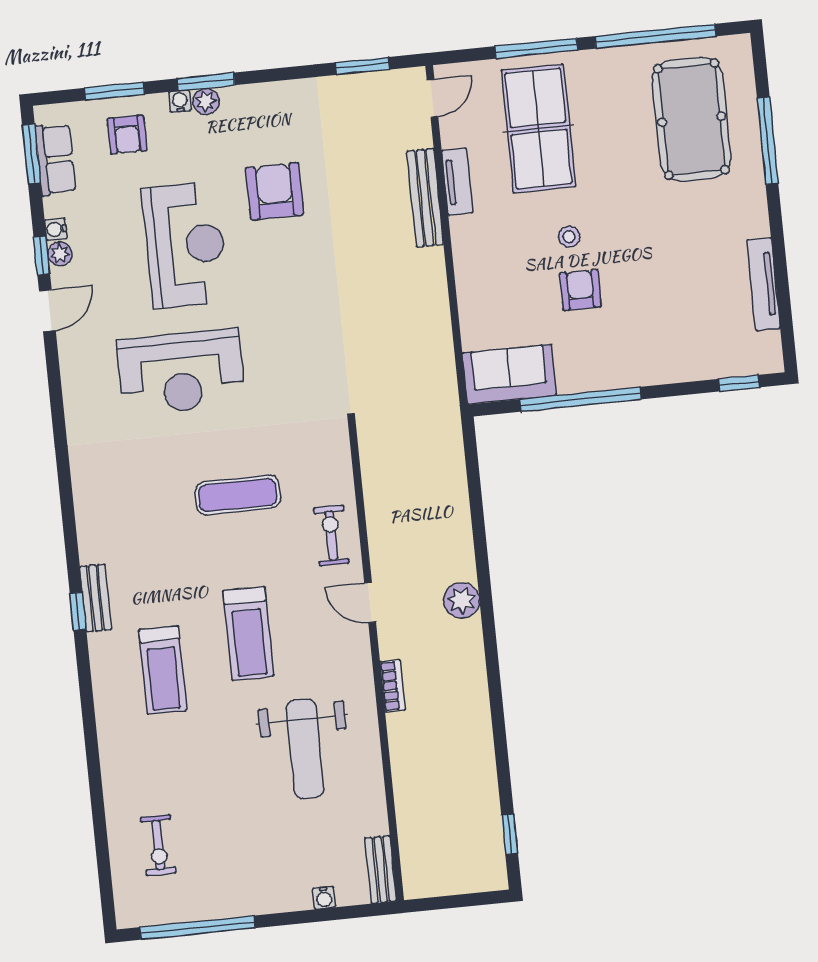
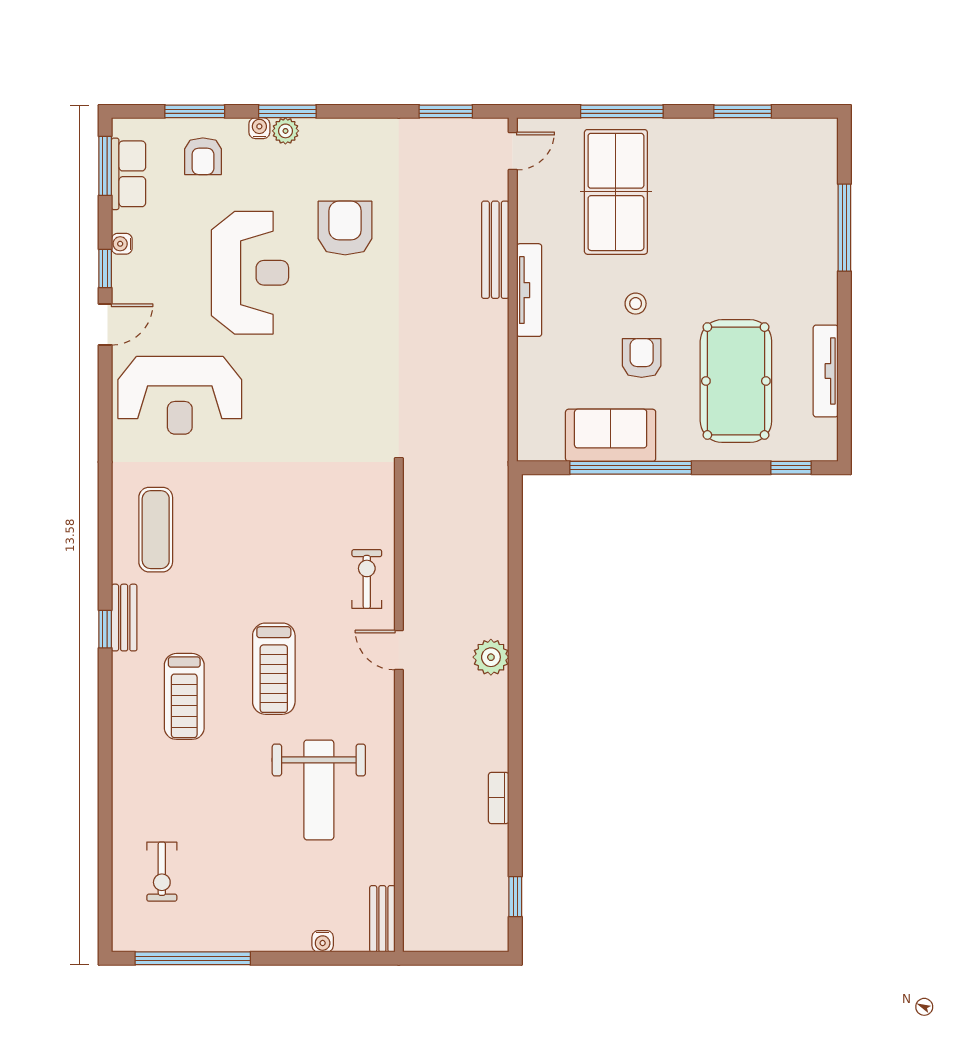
window: (655, 36) -> (743, 111), width x0.47
pool table: (692, 119) -> (736, 381), moved
tv unit: (457, 182) -> (529, 290), moved, width x1.41
plant: (60, 254) -> (124, 269), removed
reception desk: (181, 372) -> (180, 395), moved
sofa: (509, 374) -> (611, 435), moved
exercise mat: (238, 495) -> (156, 530), moved, turned 90
bookcase: (392, 686) -> (499, 798), moved, turned 180

